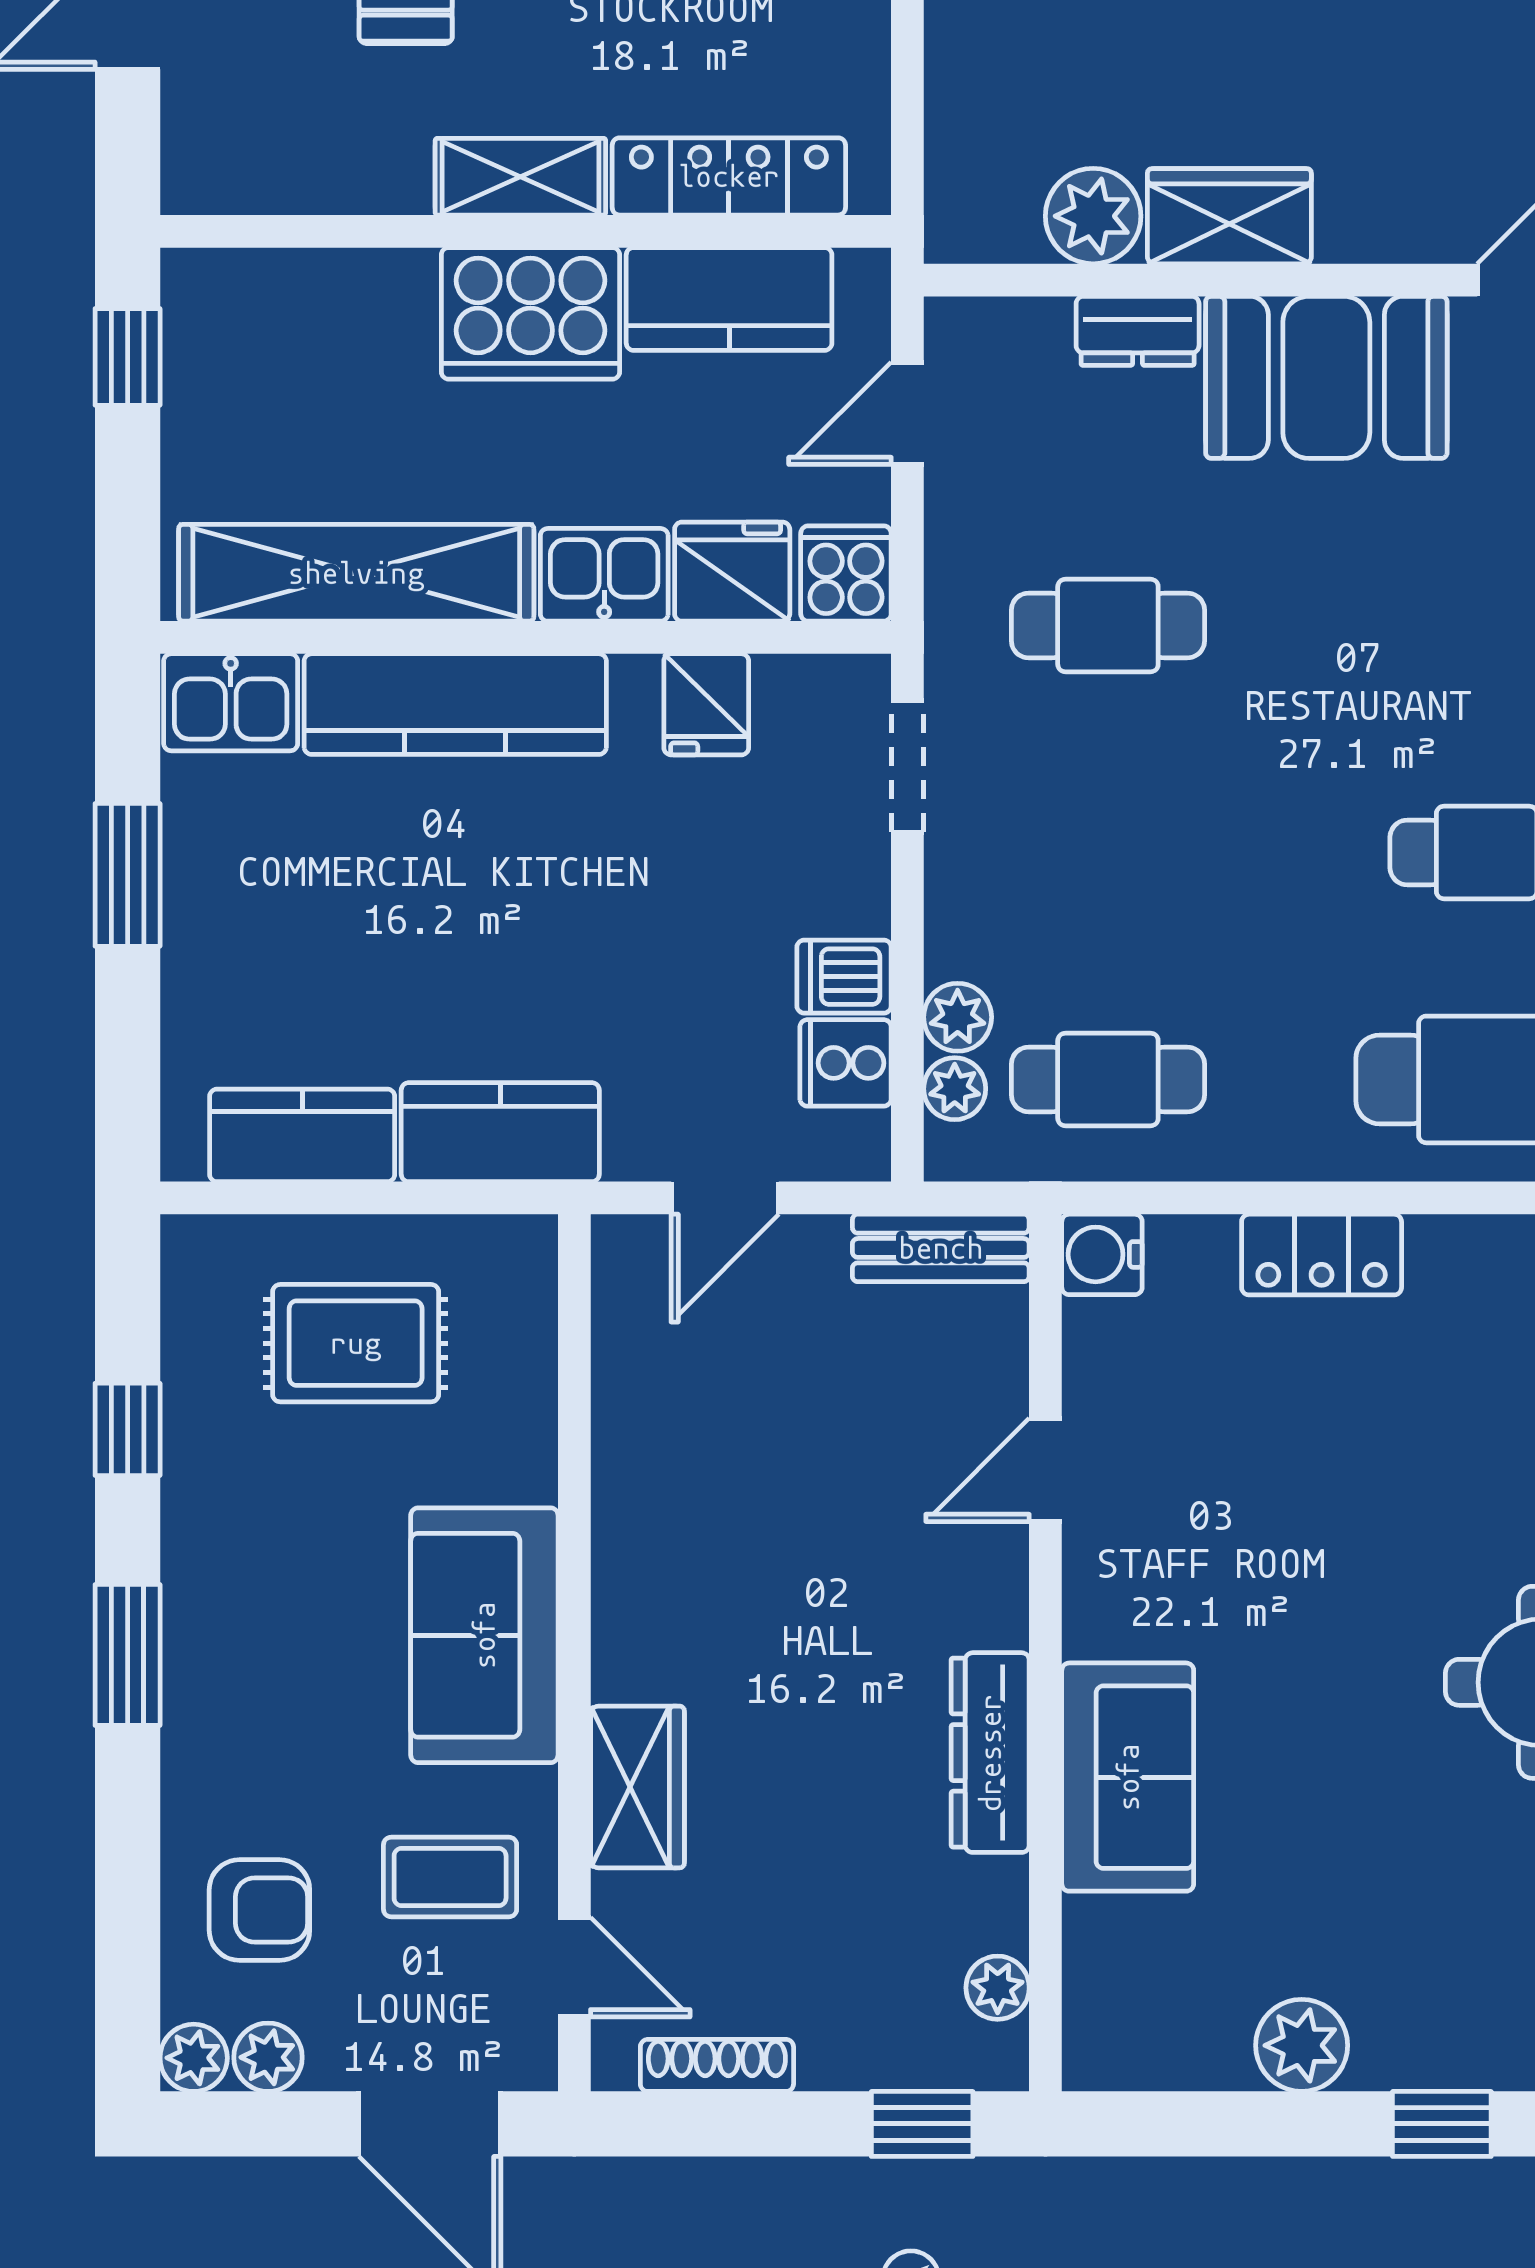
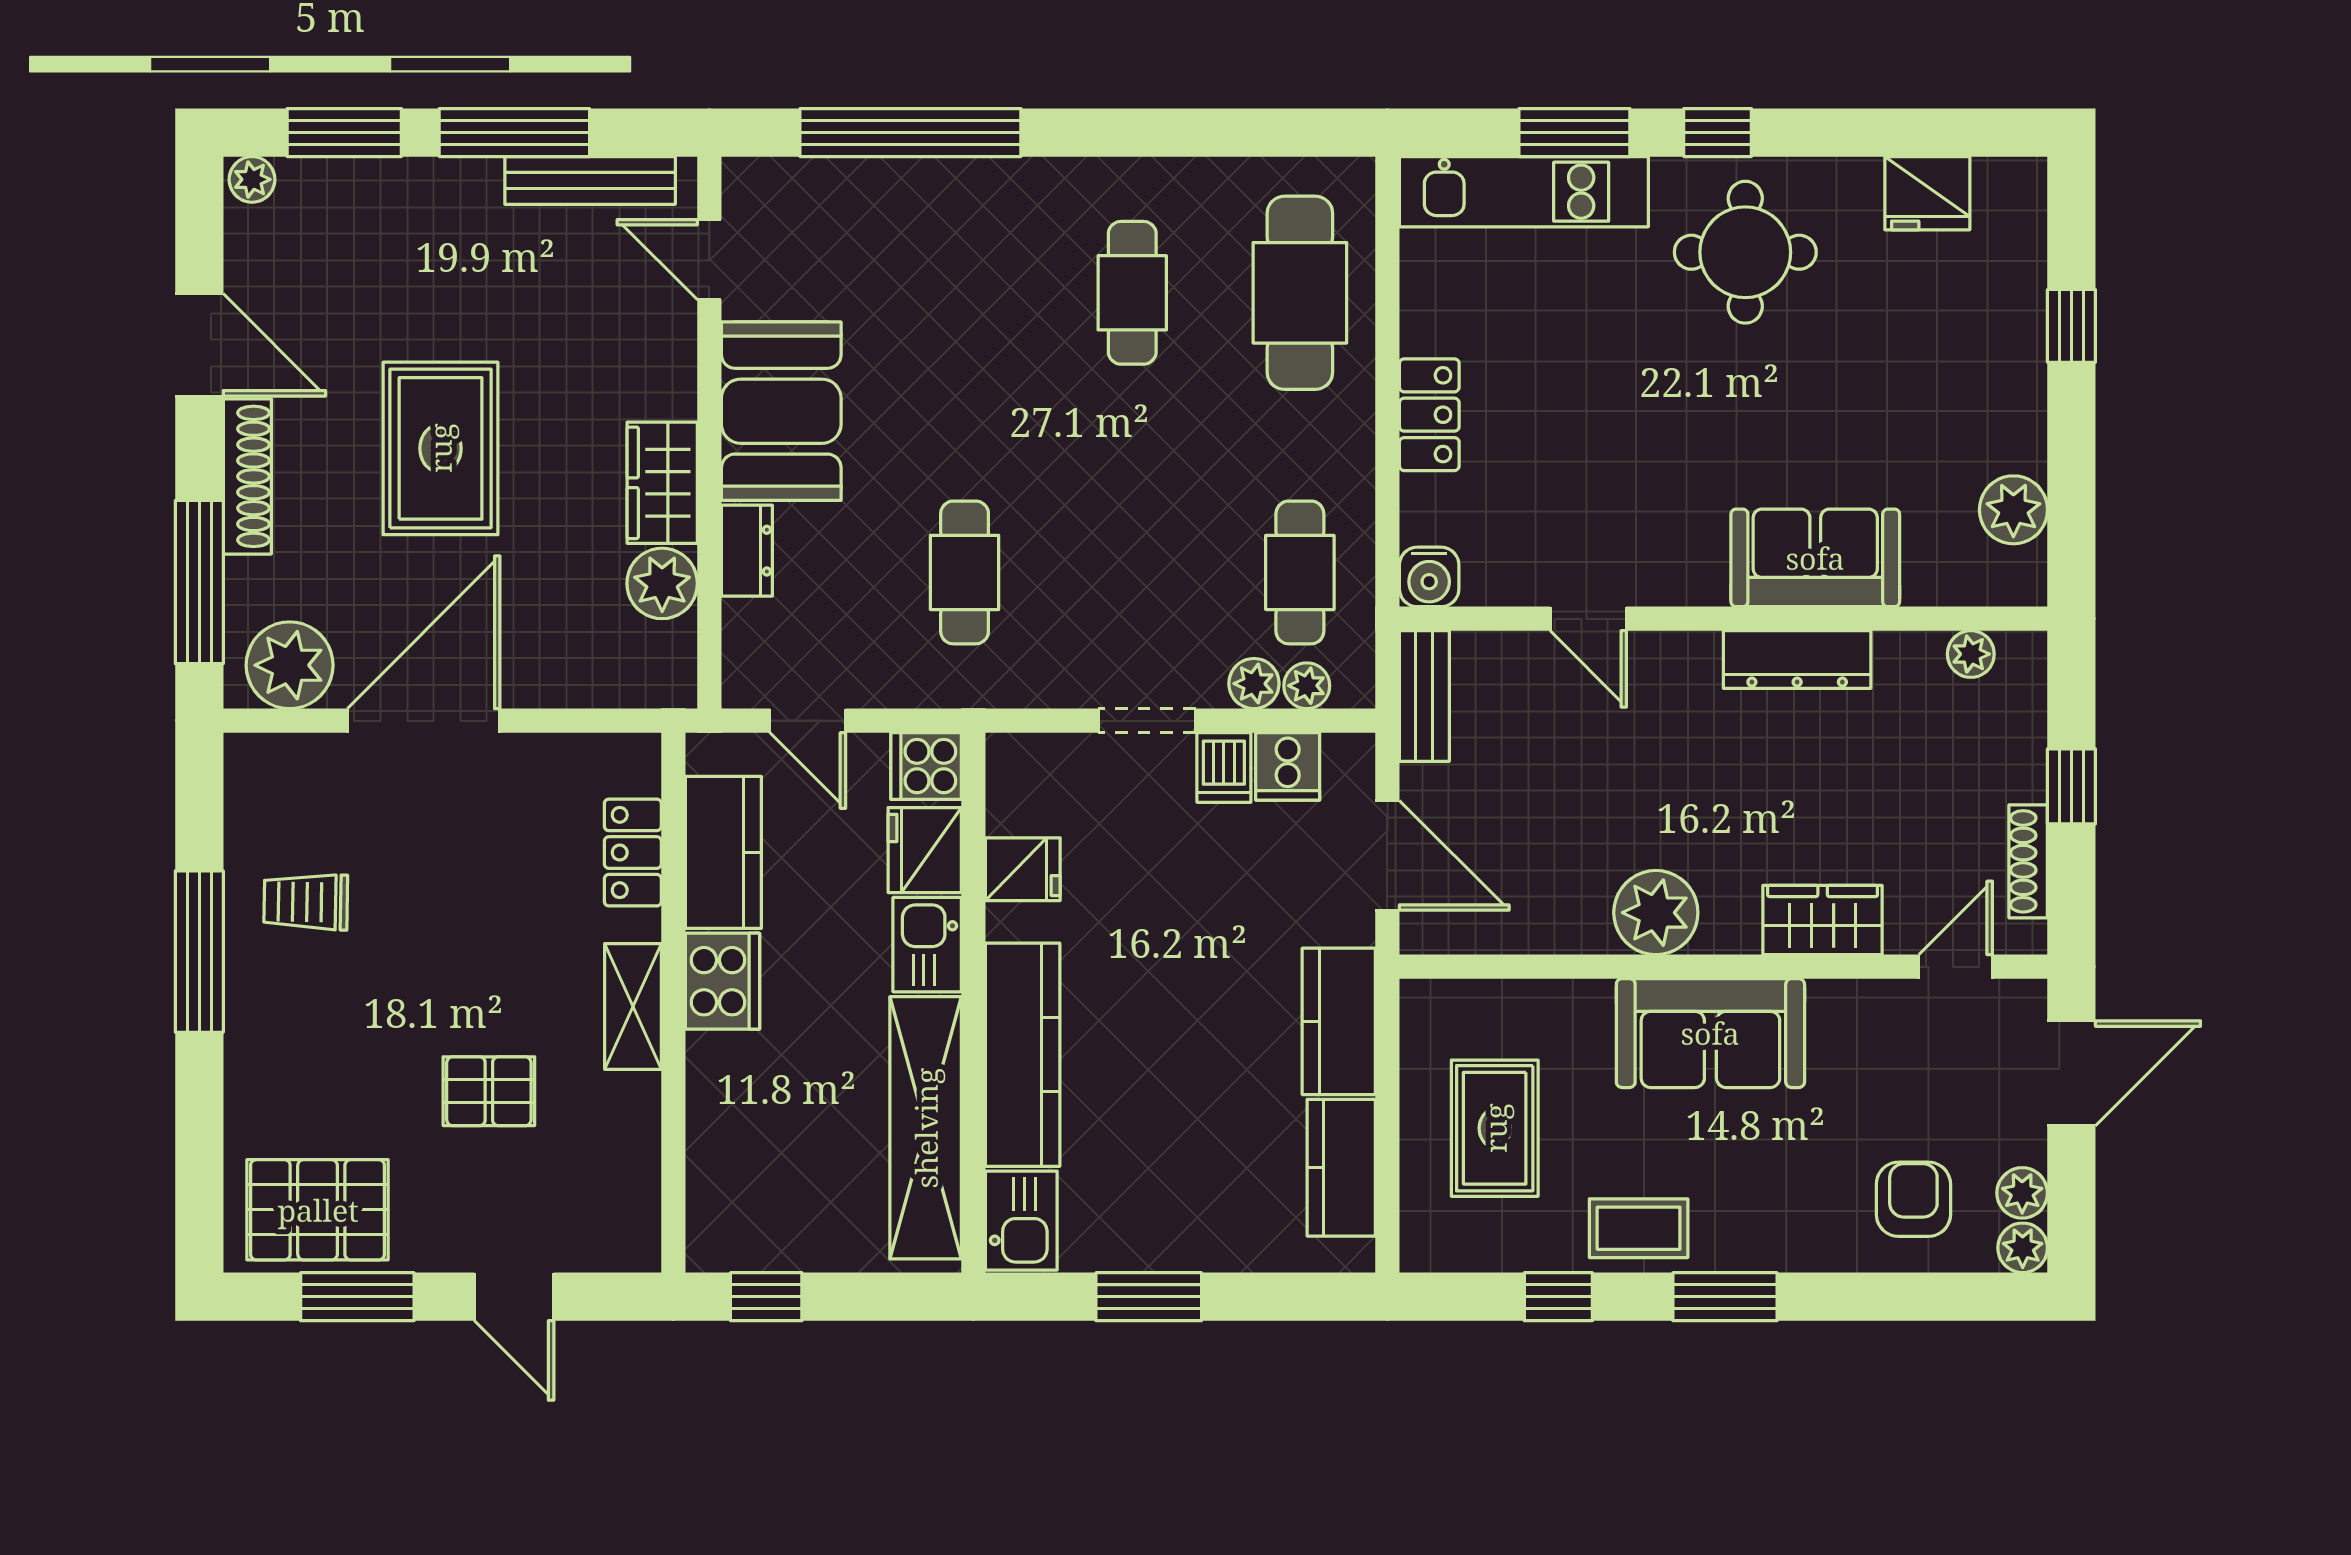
locker: (729, 176) -> (633, 853), width x0.66
cooker: (530, 313) -> (722, 981), width x0.73, depth x0.76
doorway: (907, 766) -> (1147, 721), moved
door: (725, 1198) -> (1387, 855), width x1.38
plant: (648, 1561) -> (1656, 913), added
coffee table: (450, 1877) -> (1639, 1228), moved, turned 90
plant: (1302, 2045) -> (2013, 510), moved
window: (922, 2124) -> (2071, 786), moved

